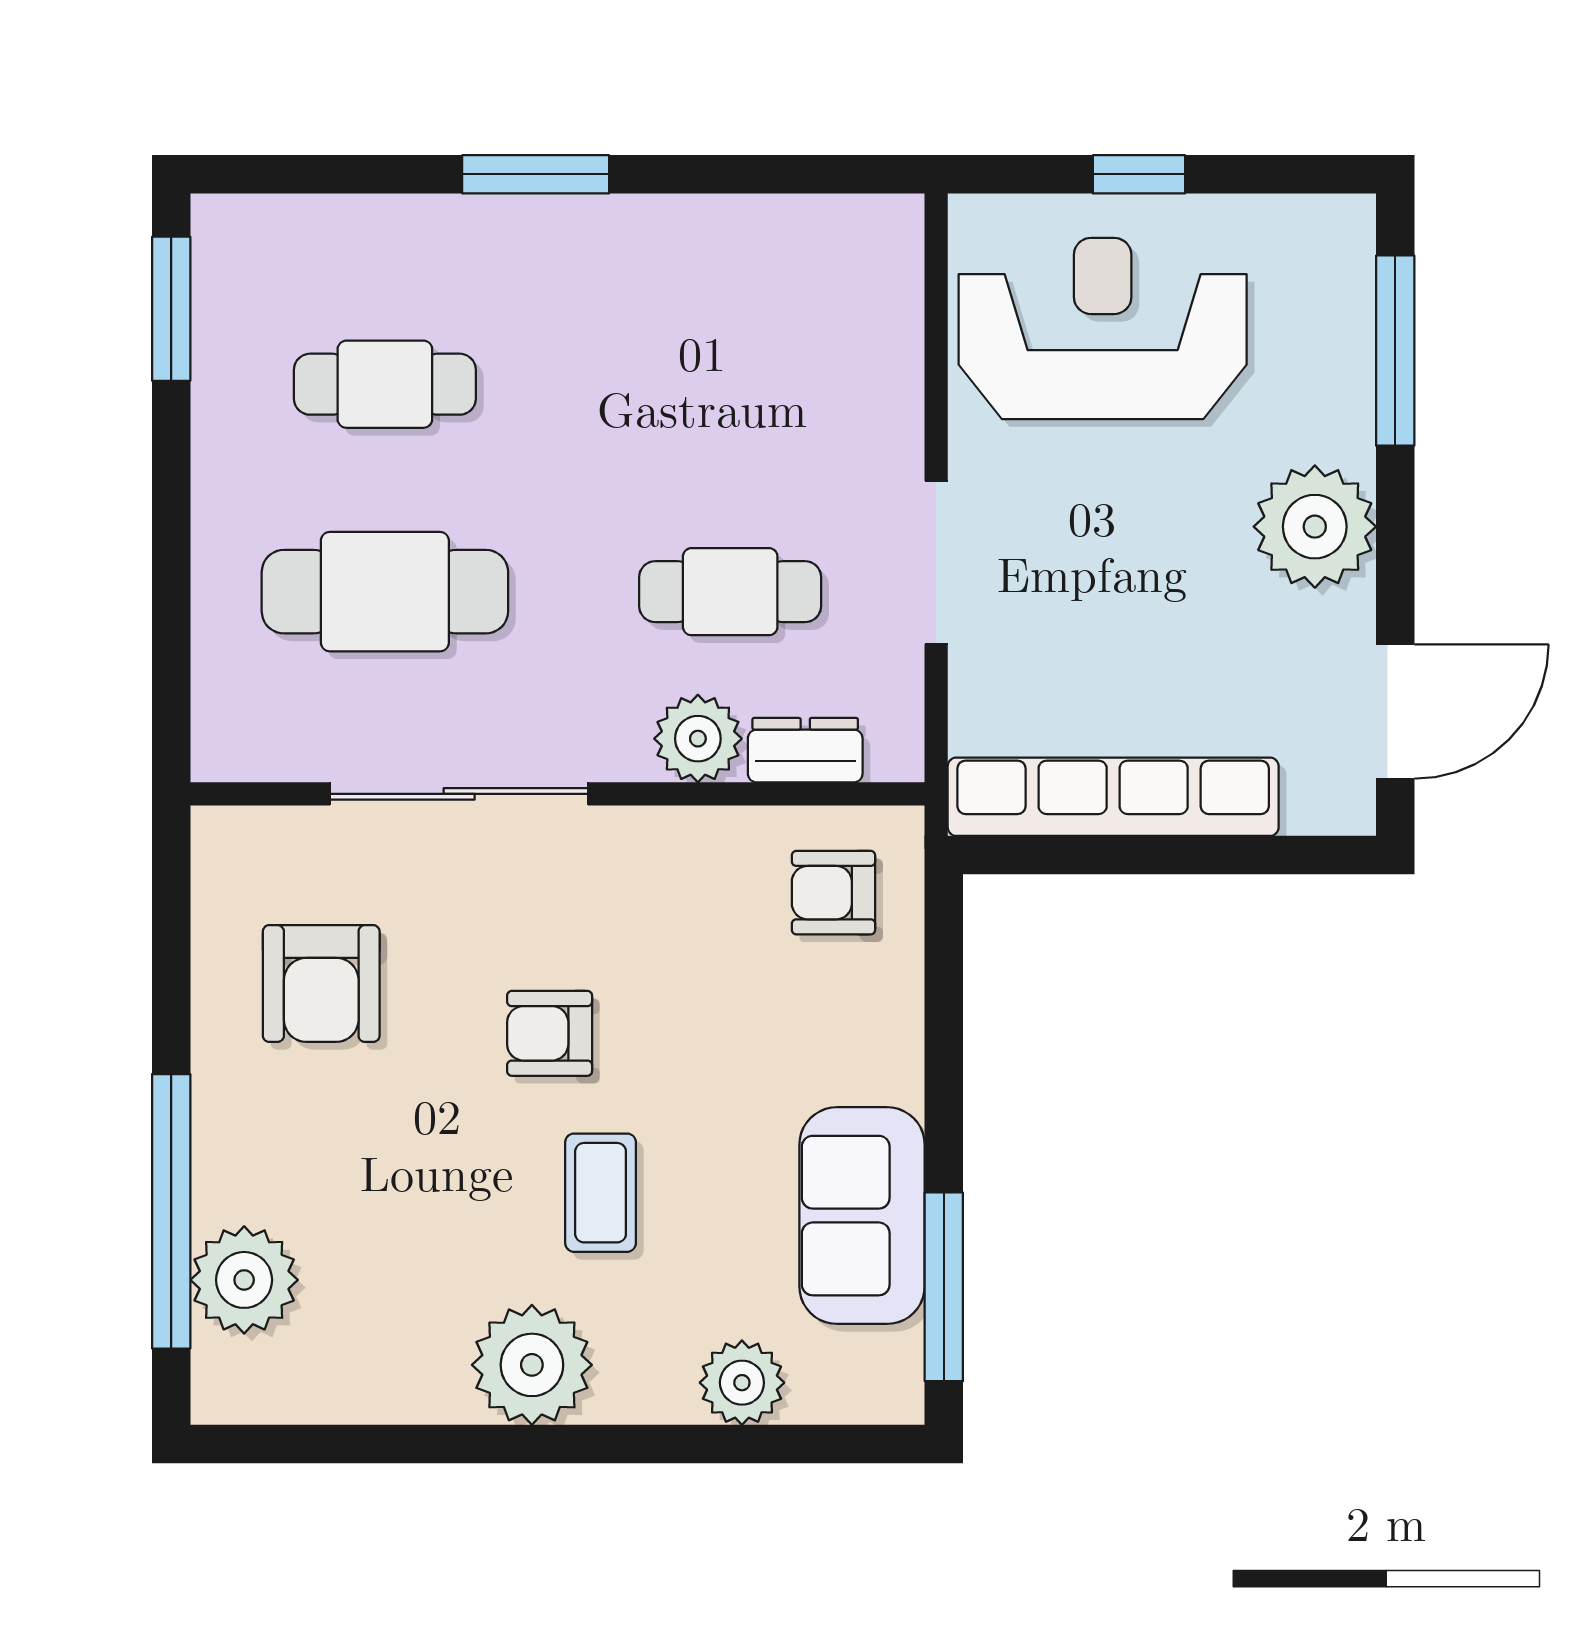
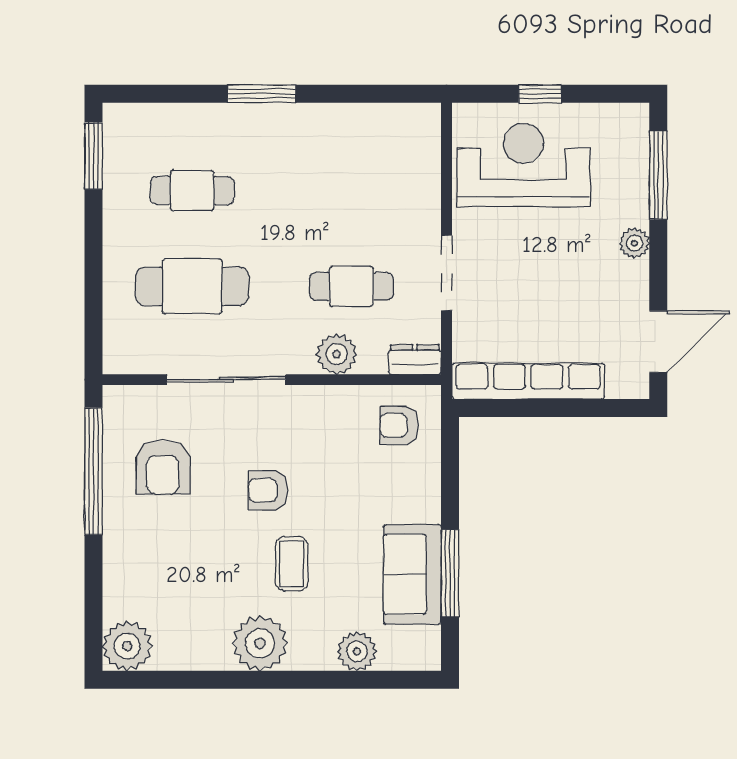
plant: (1315, 527) -> (634, 243), width x0.53, depth x0.53
dresser: (805, 750) -> (415, 360), moved
window: (171, 1211) -> (94, 471), moved
plant: (244, 1280) -> (127, 646), moved
window: (944, 1287) -> (450, 573), moved

